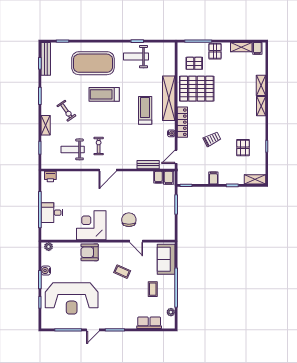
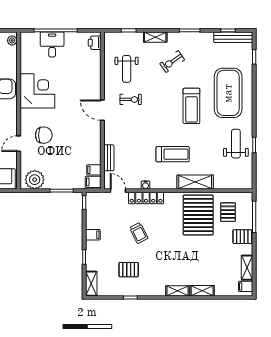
treadmill: (104, 94) -> (191, 106), turned 180
shelving: (169, 98) -> (195, 182), width x0.68
locker: (182, 122) -> (146, 198), moved
weight bench: (73, 149) -> (127, 69), turned 180
plant: (167, 227) -> (35, 180), added

